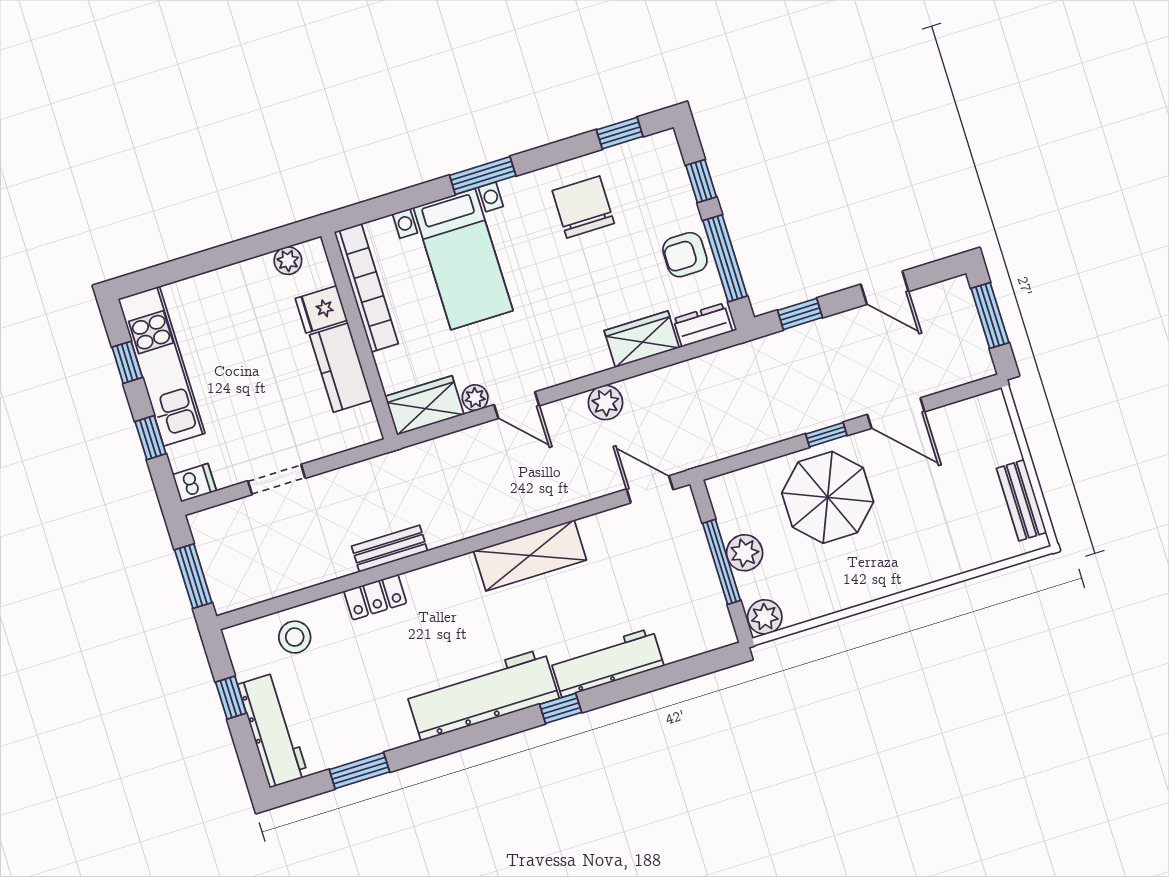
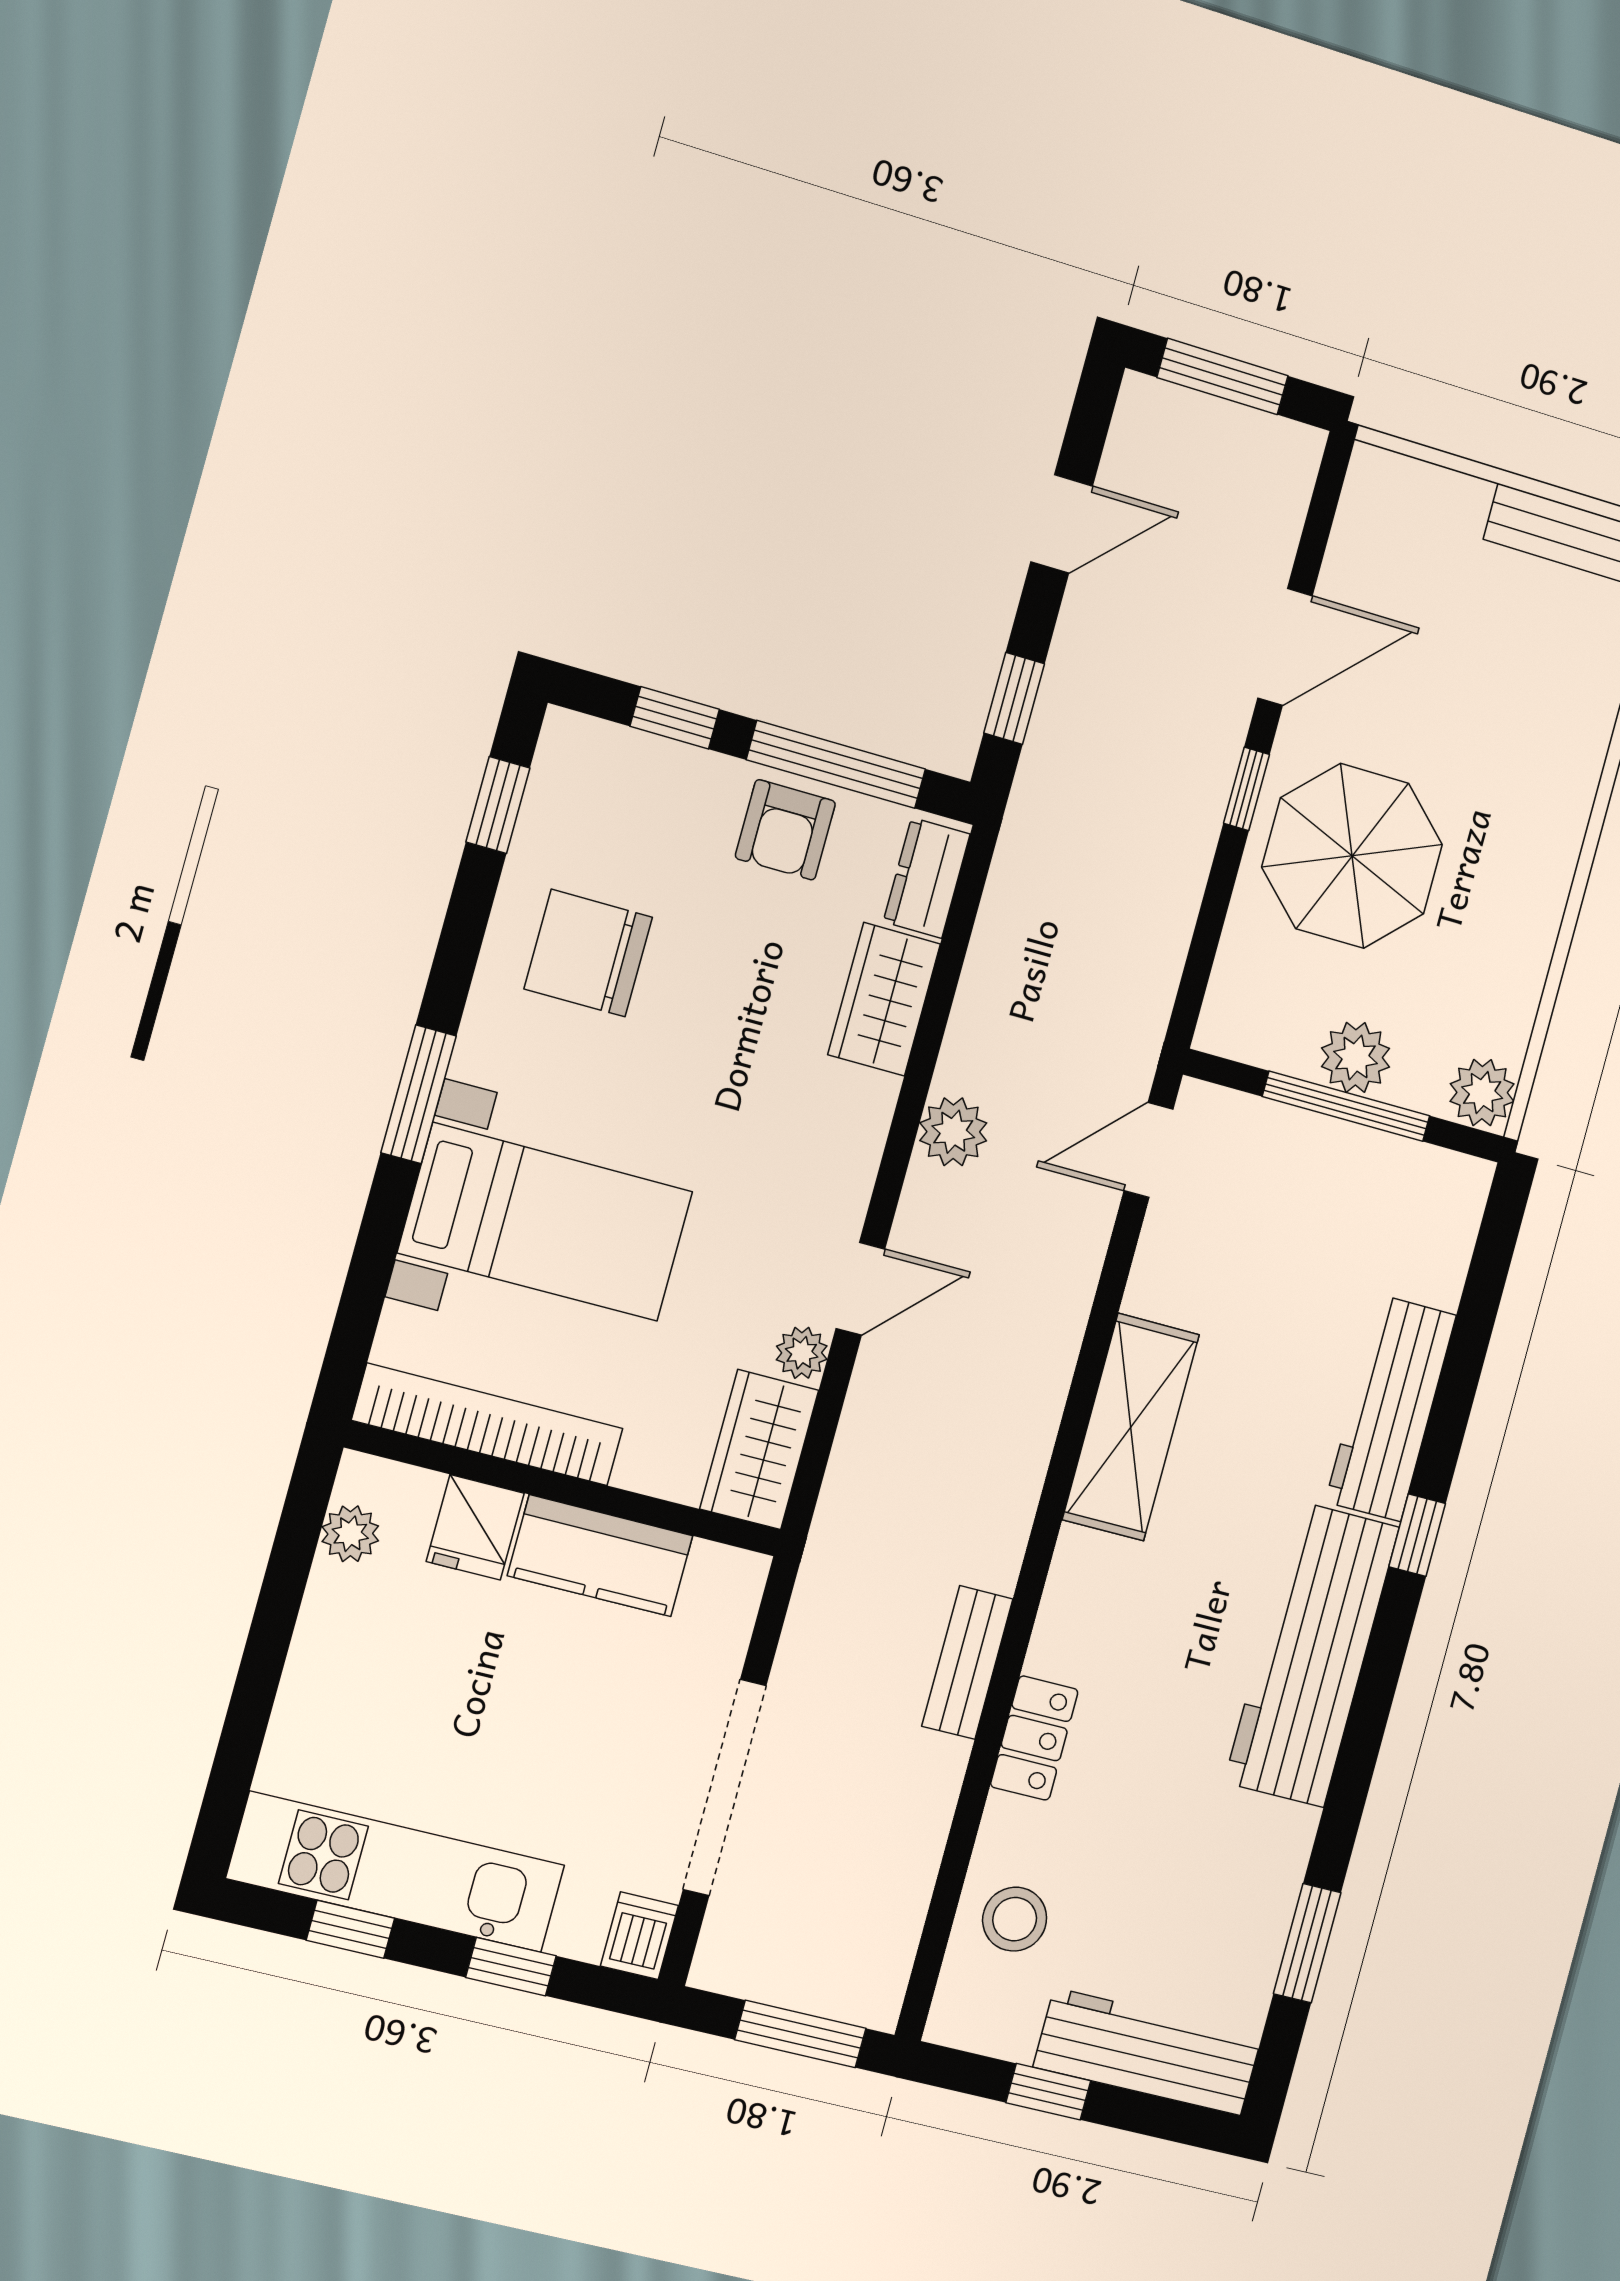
doorway: (277, 479) -> (725, 1787), width x1.87

